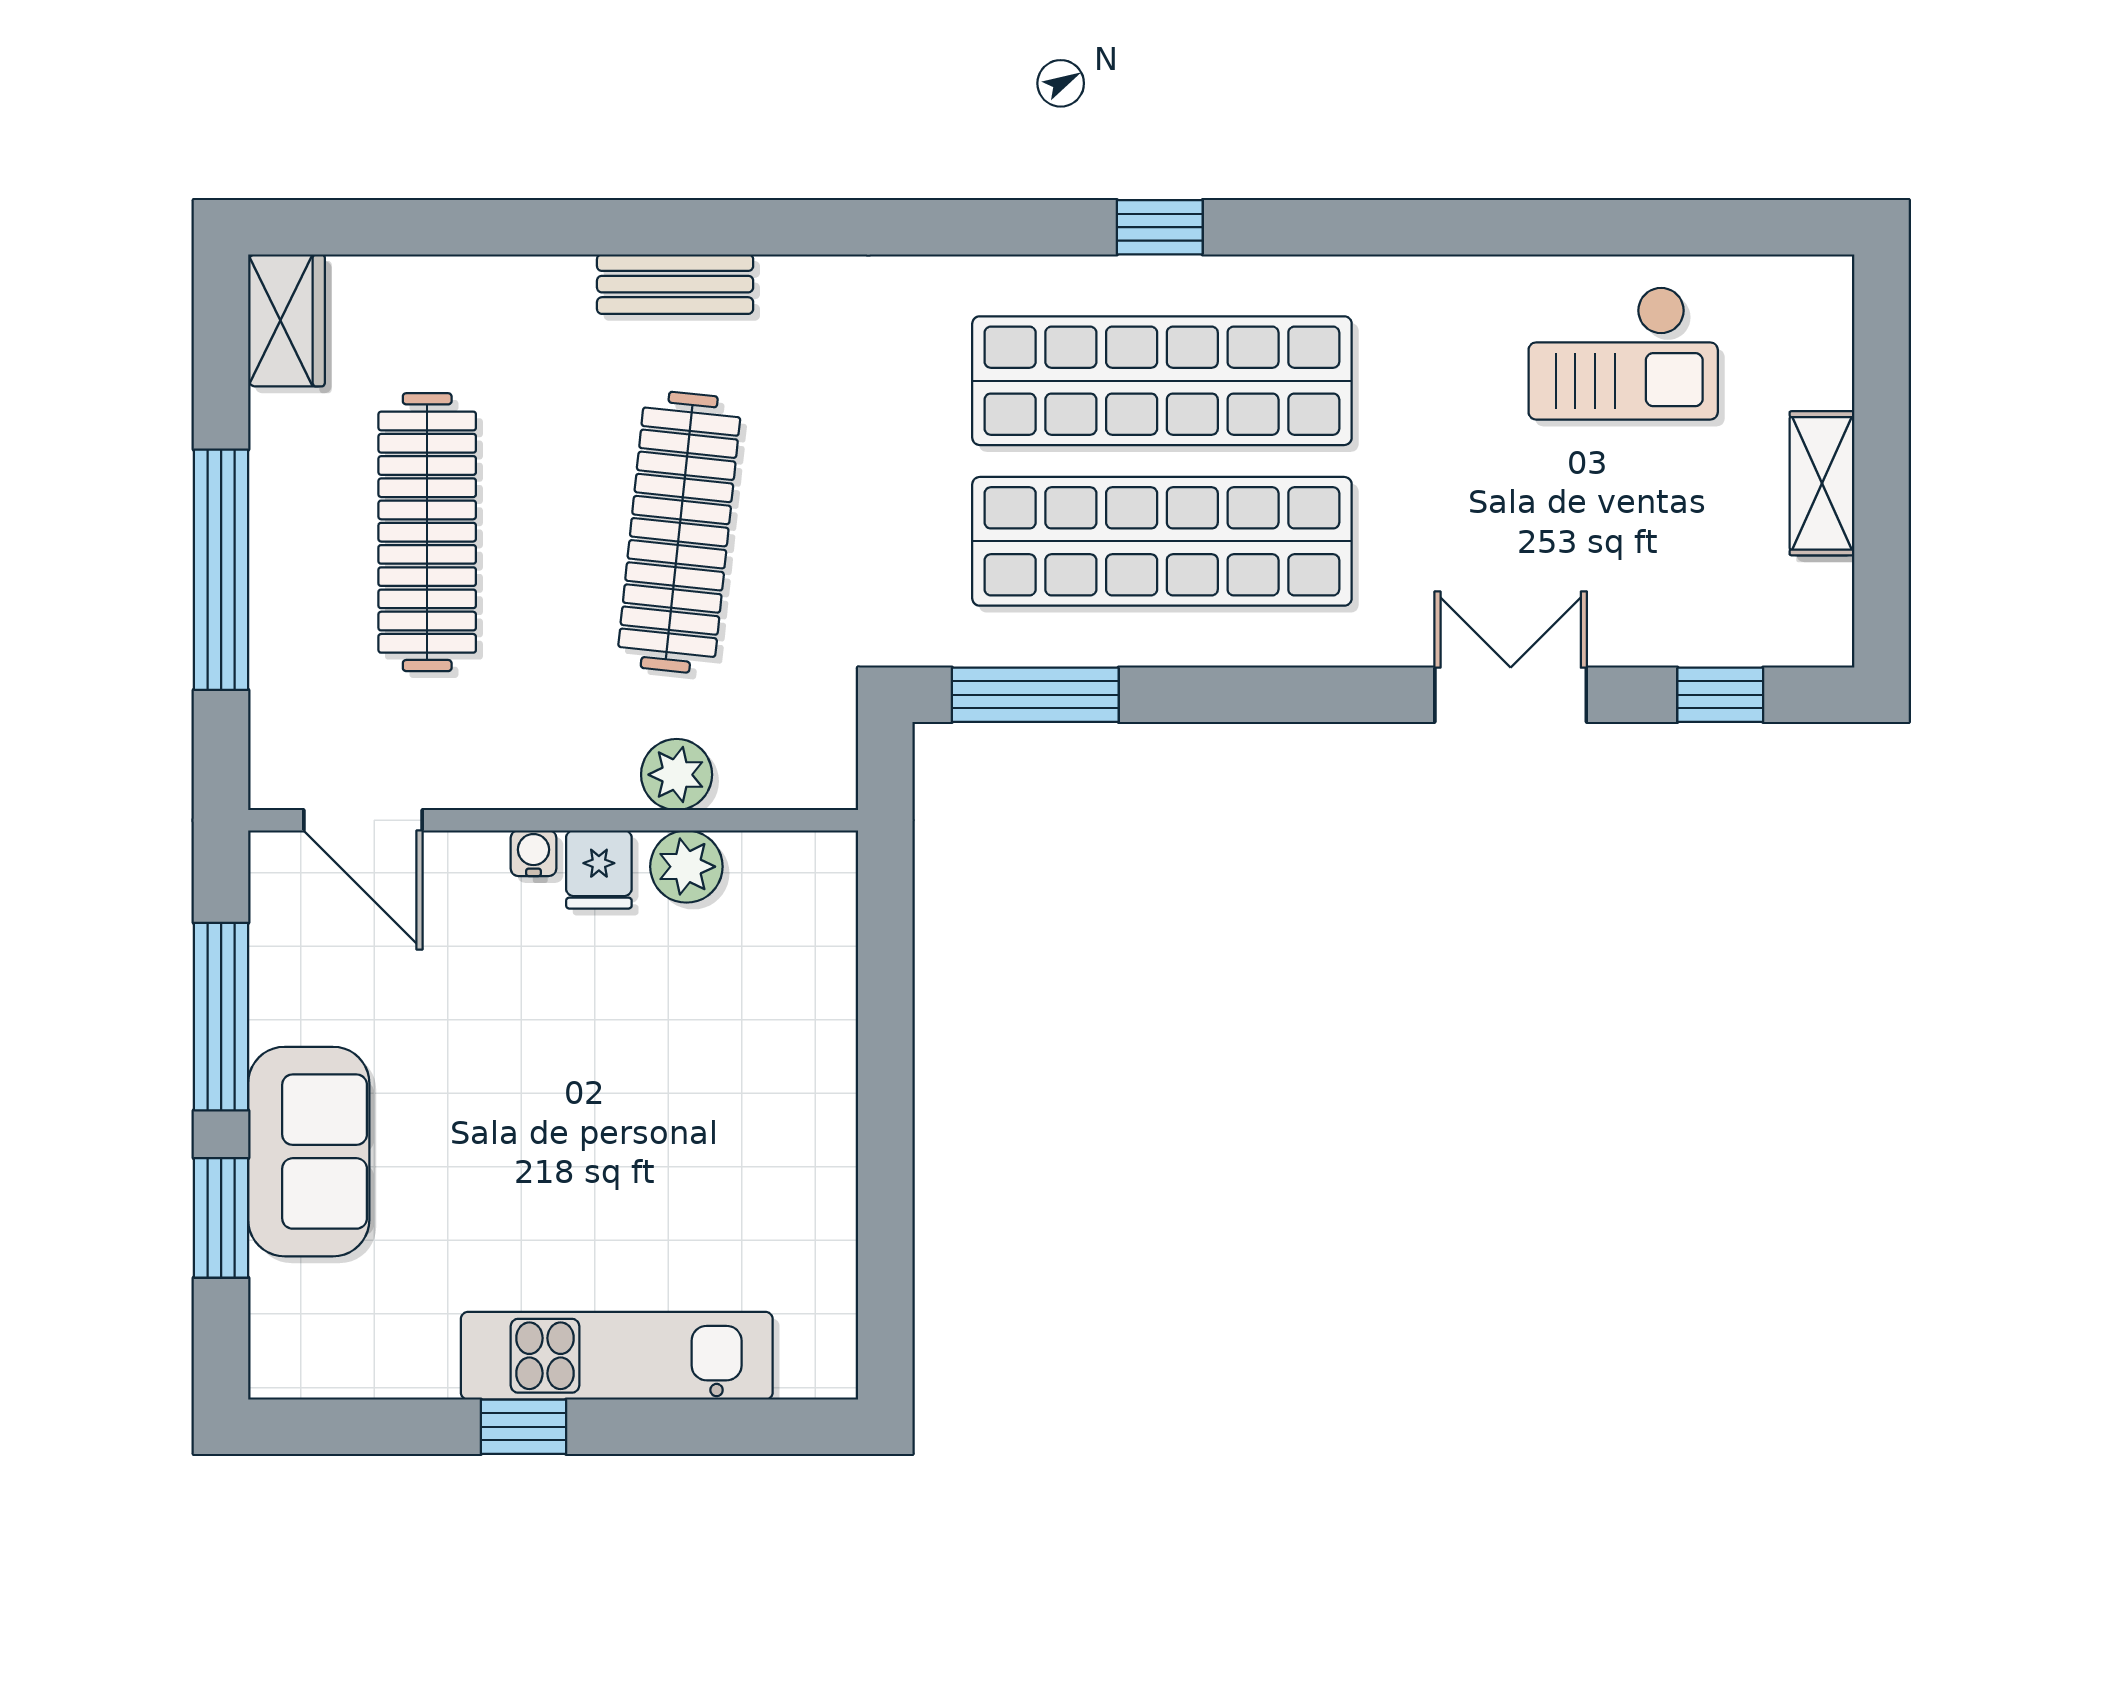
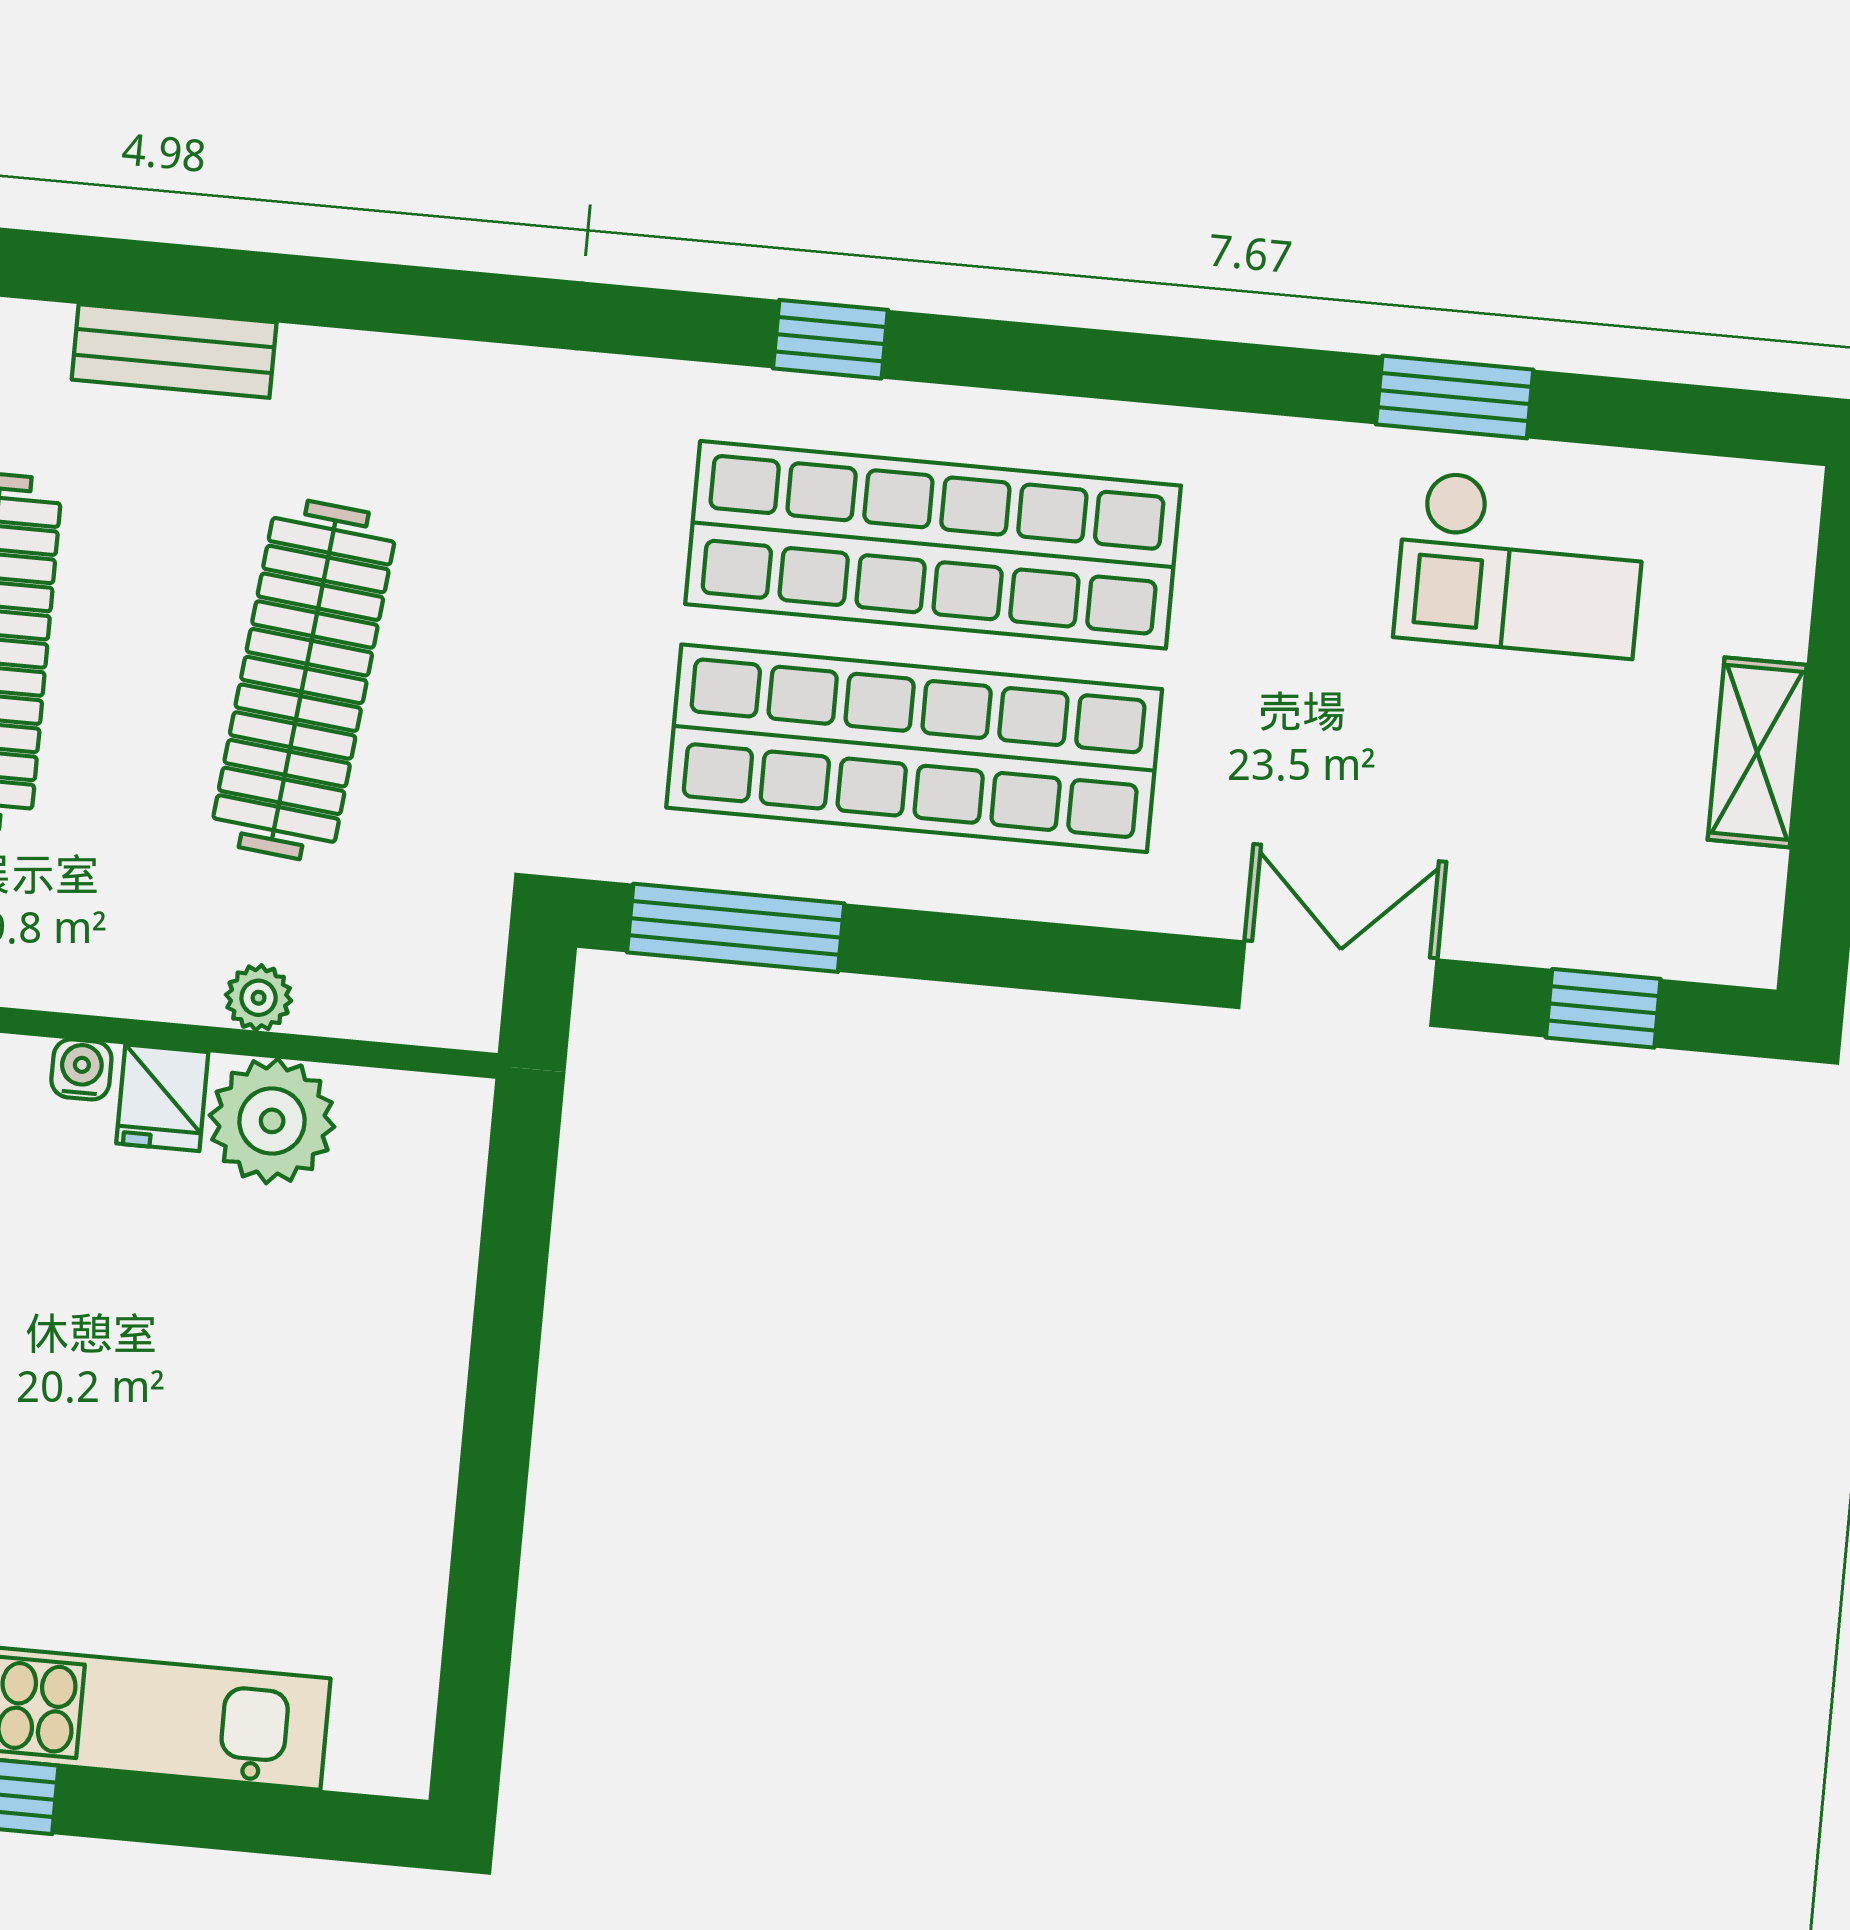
window: (1160, 227) -> (830, 339), moved
window: (1560, 227) -> (1455, 397), added
bench: (675, 284) -> (174, 351), moved
plant: (677, 775) -> (259, 998), width x0.73, depth x0.73
plant: (686, 867) -> (272, 1121), width x1.36, depth x1.36

